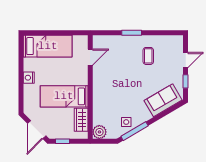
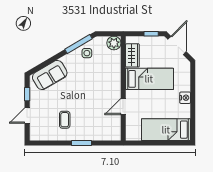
door: (90, 57) -> (123, 106), moved

